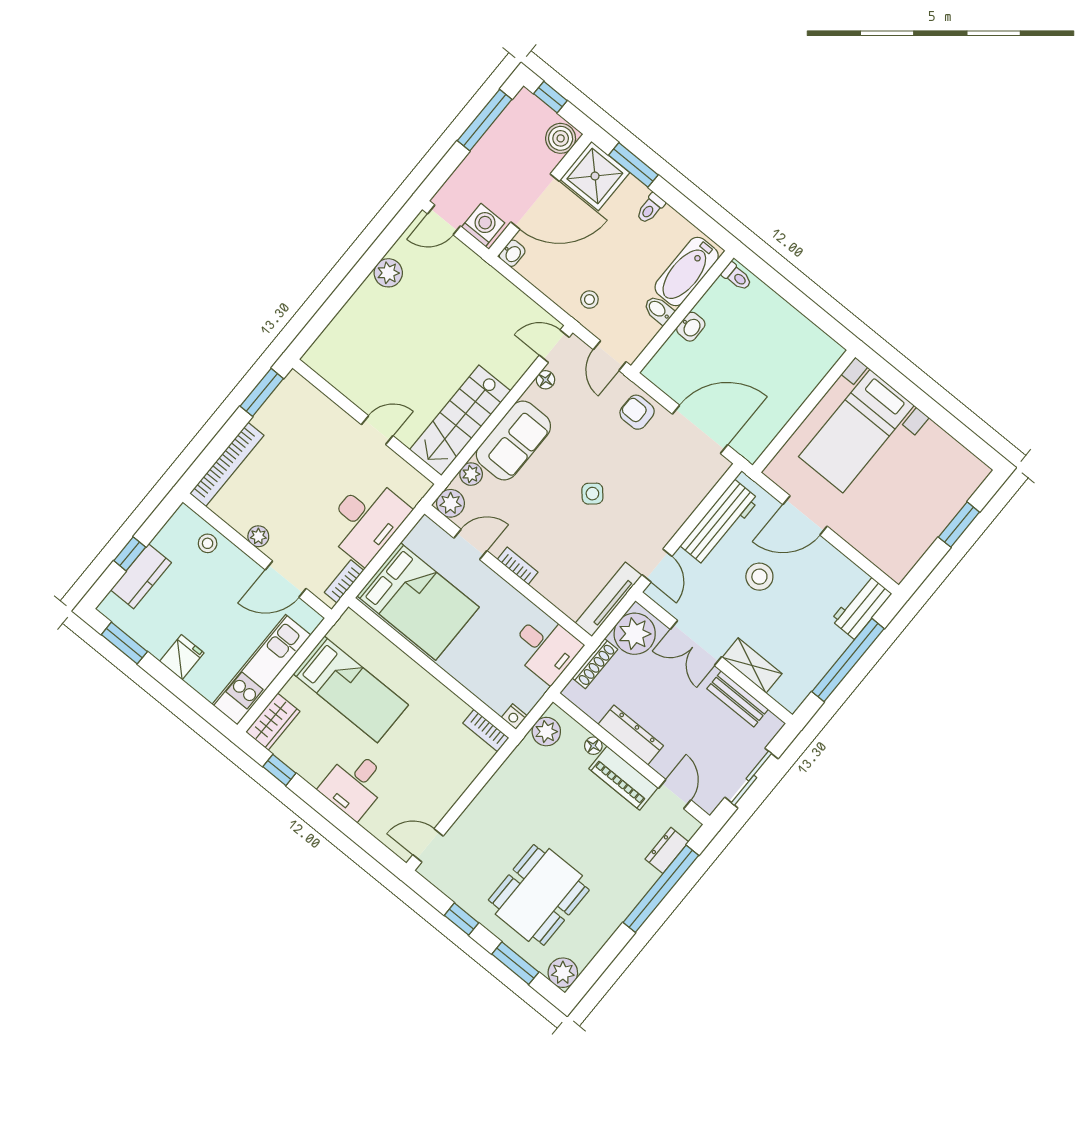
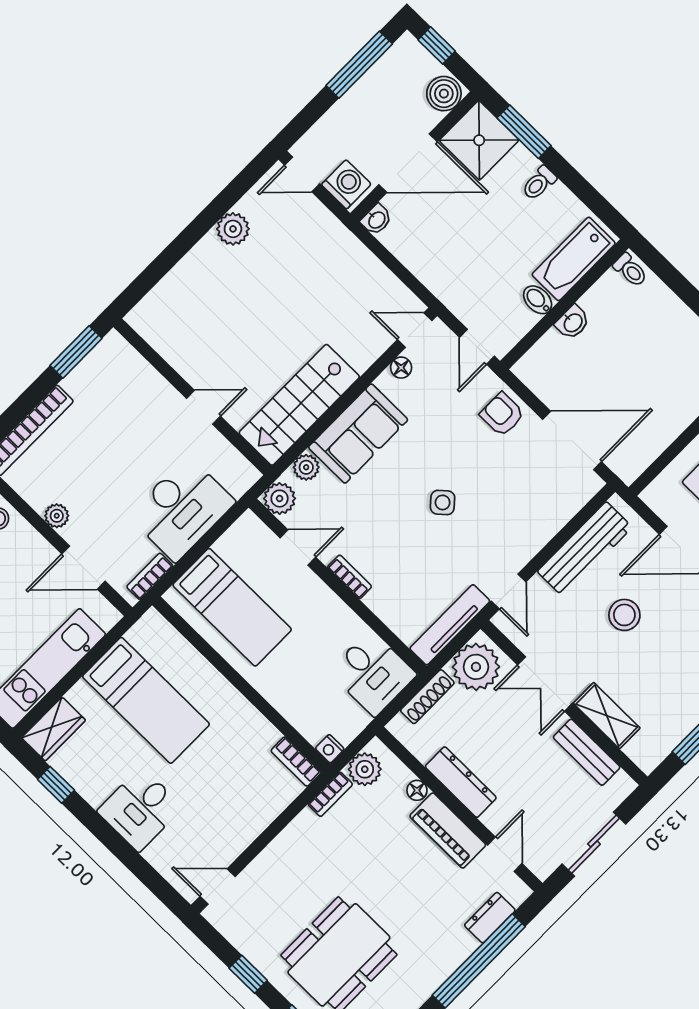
stool: (589, 300) -> (460, 281), removed
bed: (418, 602) -> (232, 607), width x0.67
bookcase: (518, 756) -> (330, 794), added

